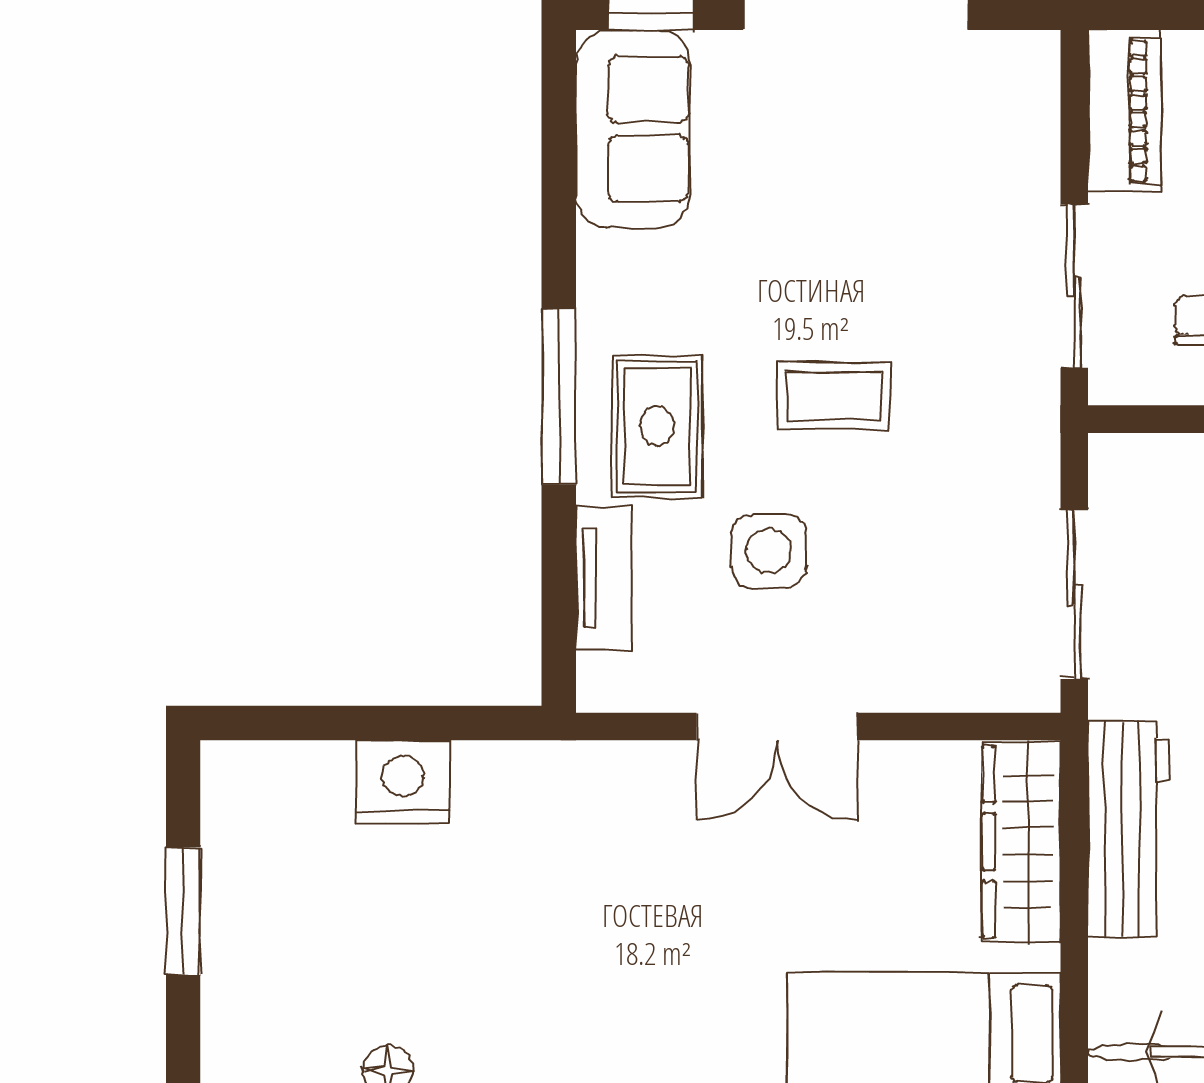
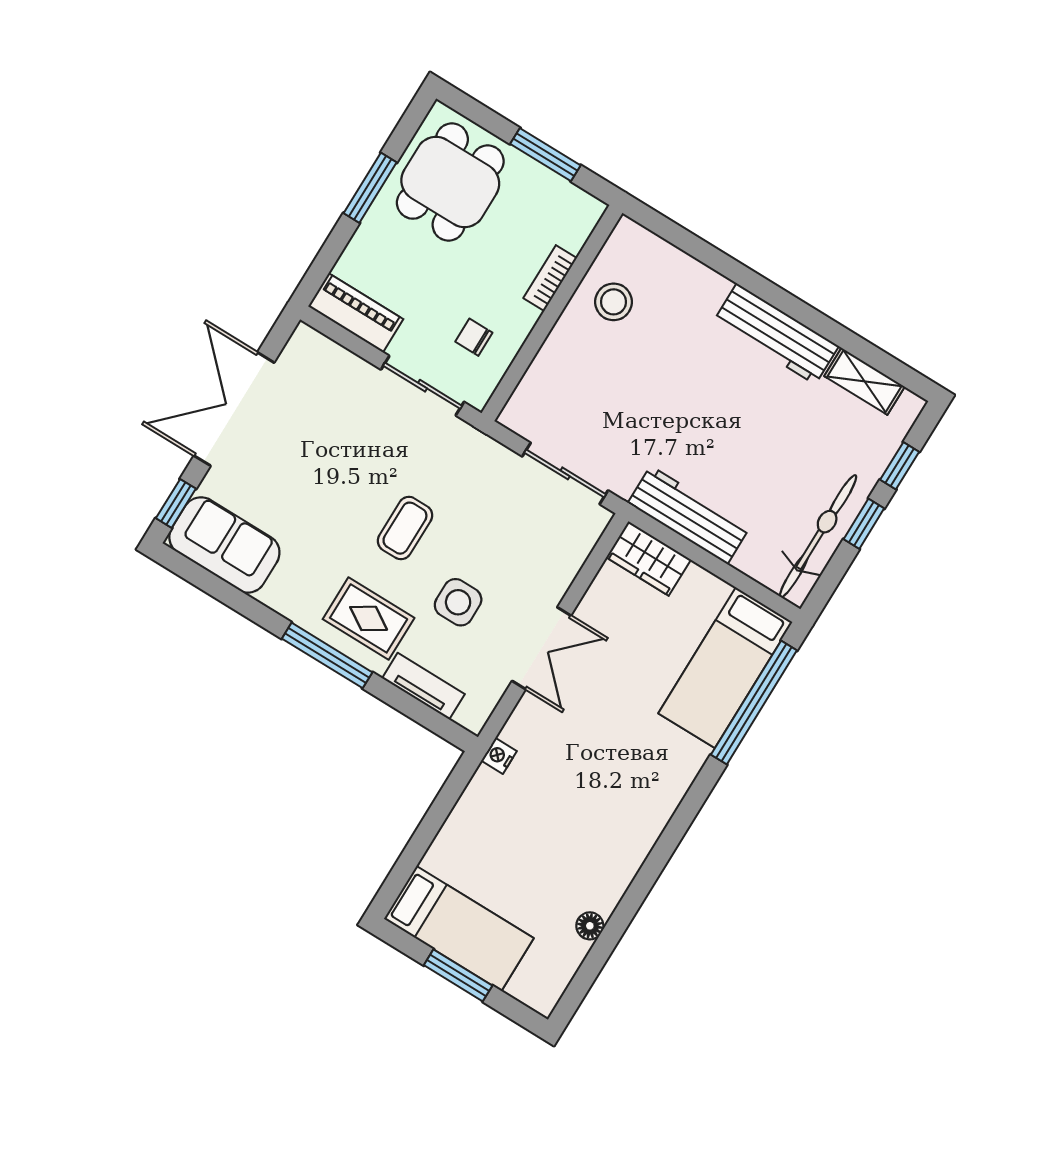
nightstand: (403, 782) -> (499, 756), moved, width x0.53, depth x0.56
wardrobe: (1021, 842) -> (649, 558), width x0.67
bed: (257, 867) -> (459, 928), added

